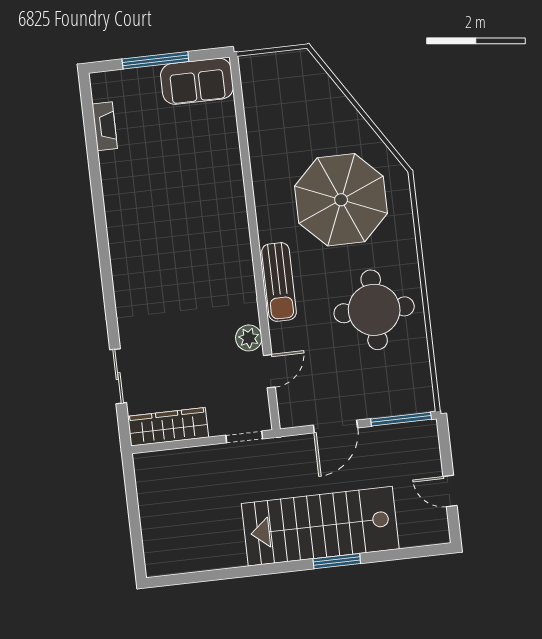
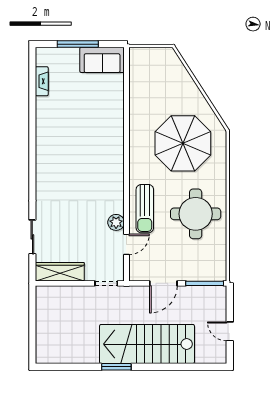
sun lounger: (279, 282) -> (145, 209), moved
window: (337, 561) -> (116, 367), moved

